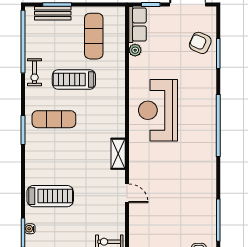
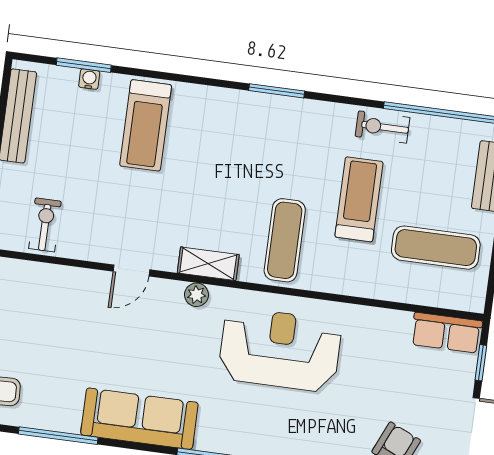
plant: (135, 50) -> (197, 295), moved
exercise mat: (54, 119) -> (285, 240), moved
sofa: (204, 179) -> (139, 419), added

